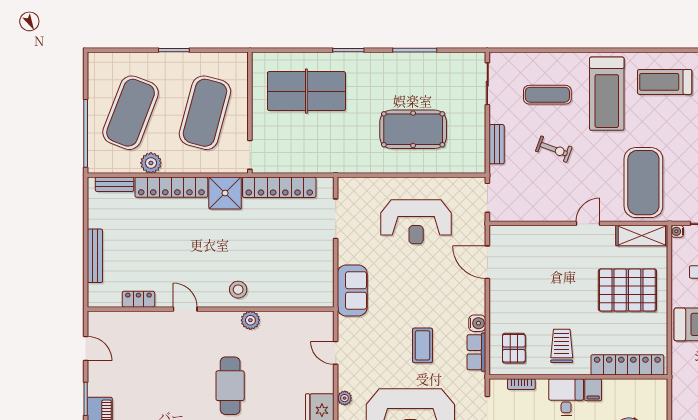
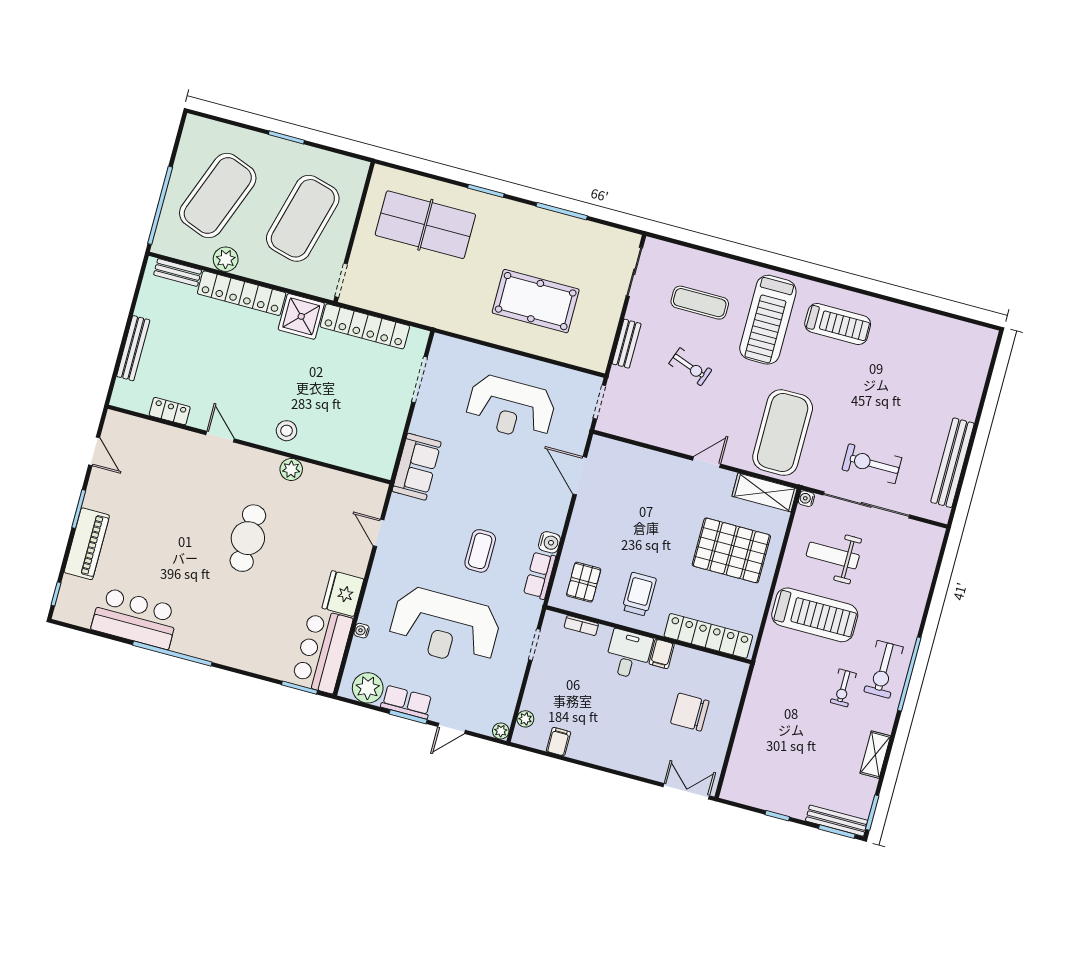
treadmill: (665, 82) -> (838, 324), turned 180
plant: (345, 398) -> (375, 587), removed

